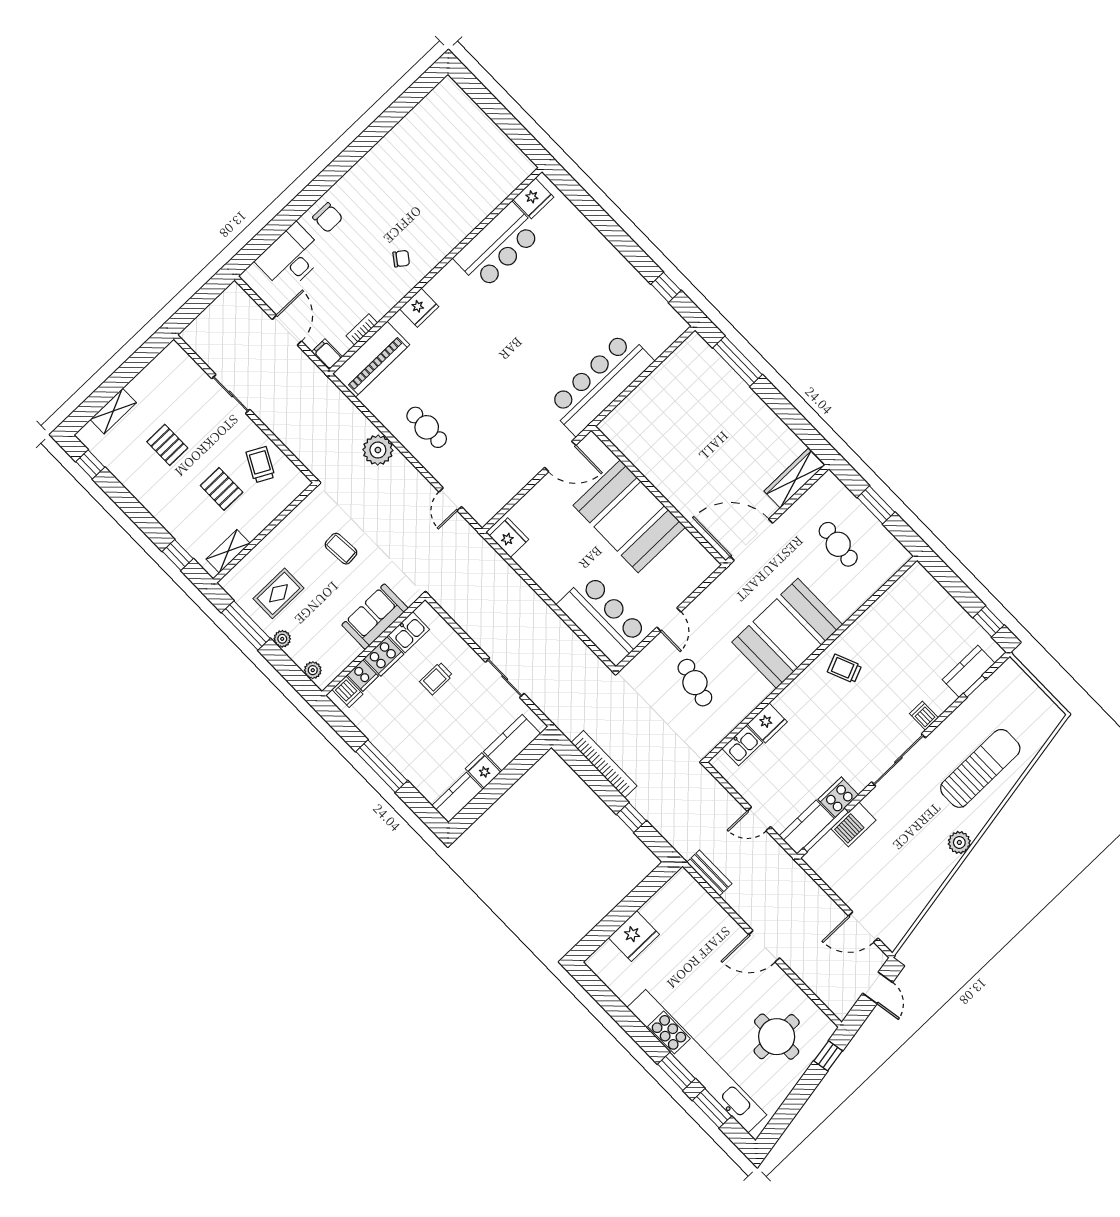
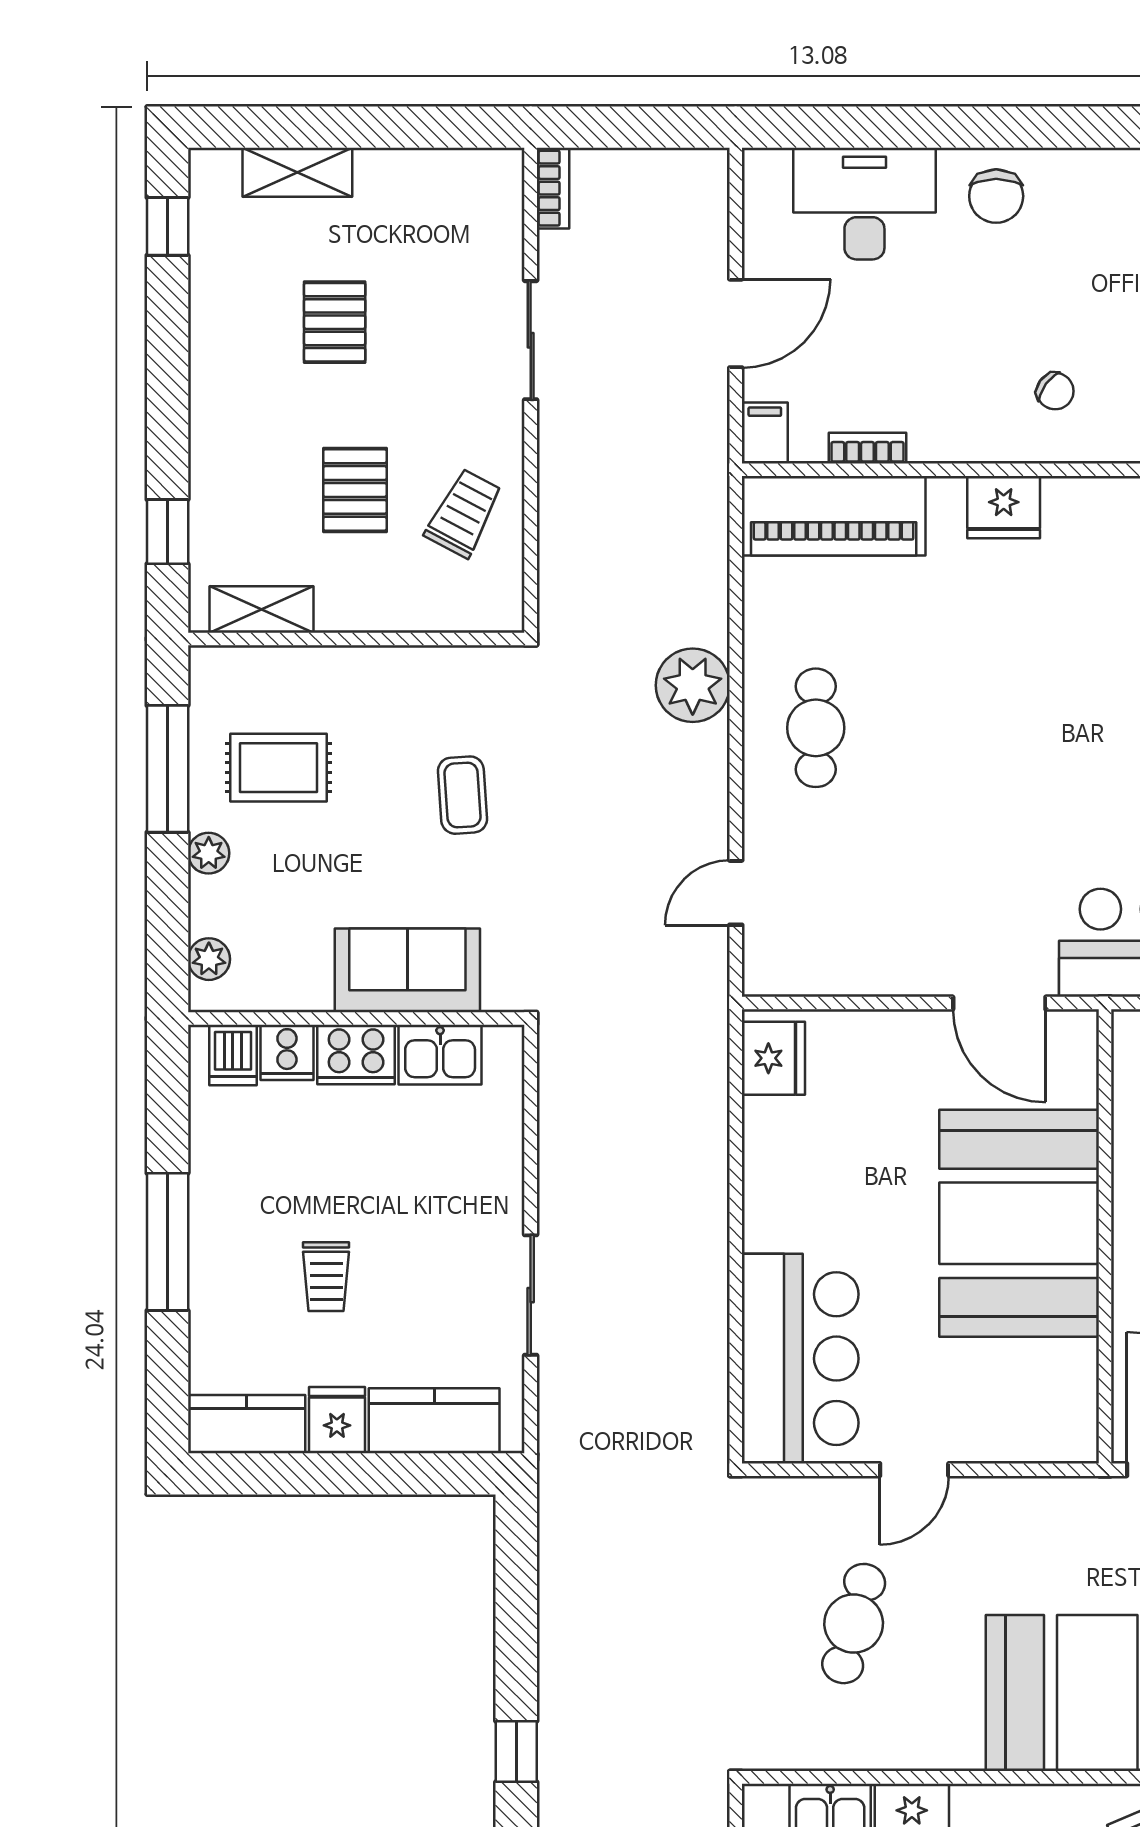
trolley: (436, 678) -> (326, 1277), moved, turned -90
bookcase: (604, 764) -> (553, 188), moved, width x0.43, depth x0.76

